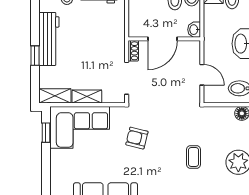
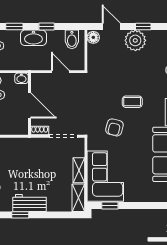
workbench: (49, 39) -> (29, 203), width x0.73
window: (35, 56) -> (20, 215), moved
door: (202, 75) -> (60, 72), hinge flipped
coffee table: (194, 157) -> (132, 102), moved

